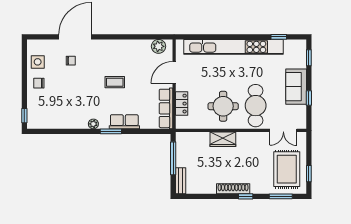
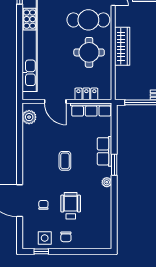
wheelchair: (70, 88) -> (71, 206), added
window: (24, 116) -> (41, 251), moved
wardrobe: (223, 139) -> (122, 46), width x1.50

